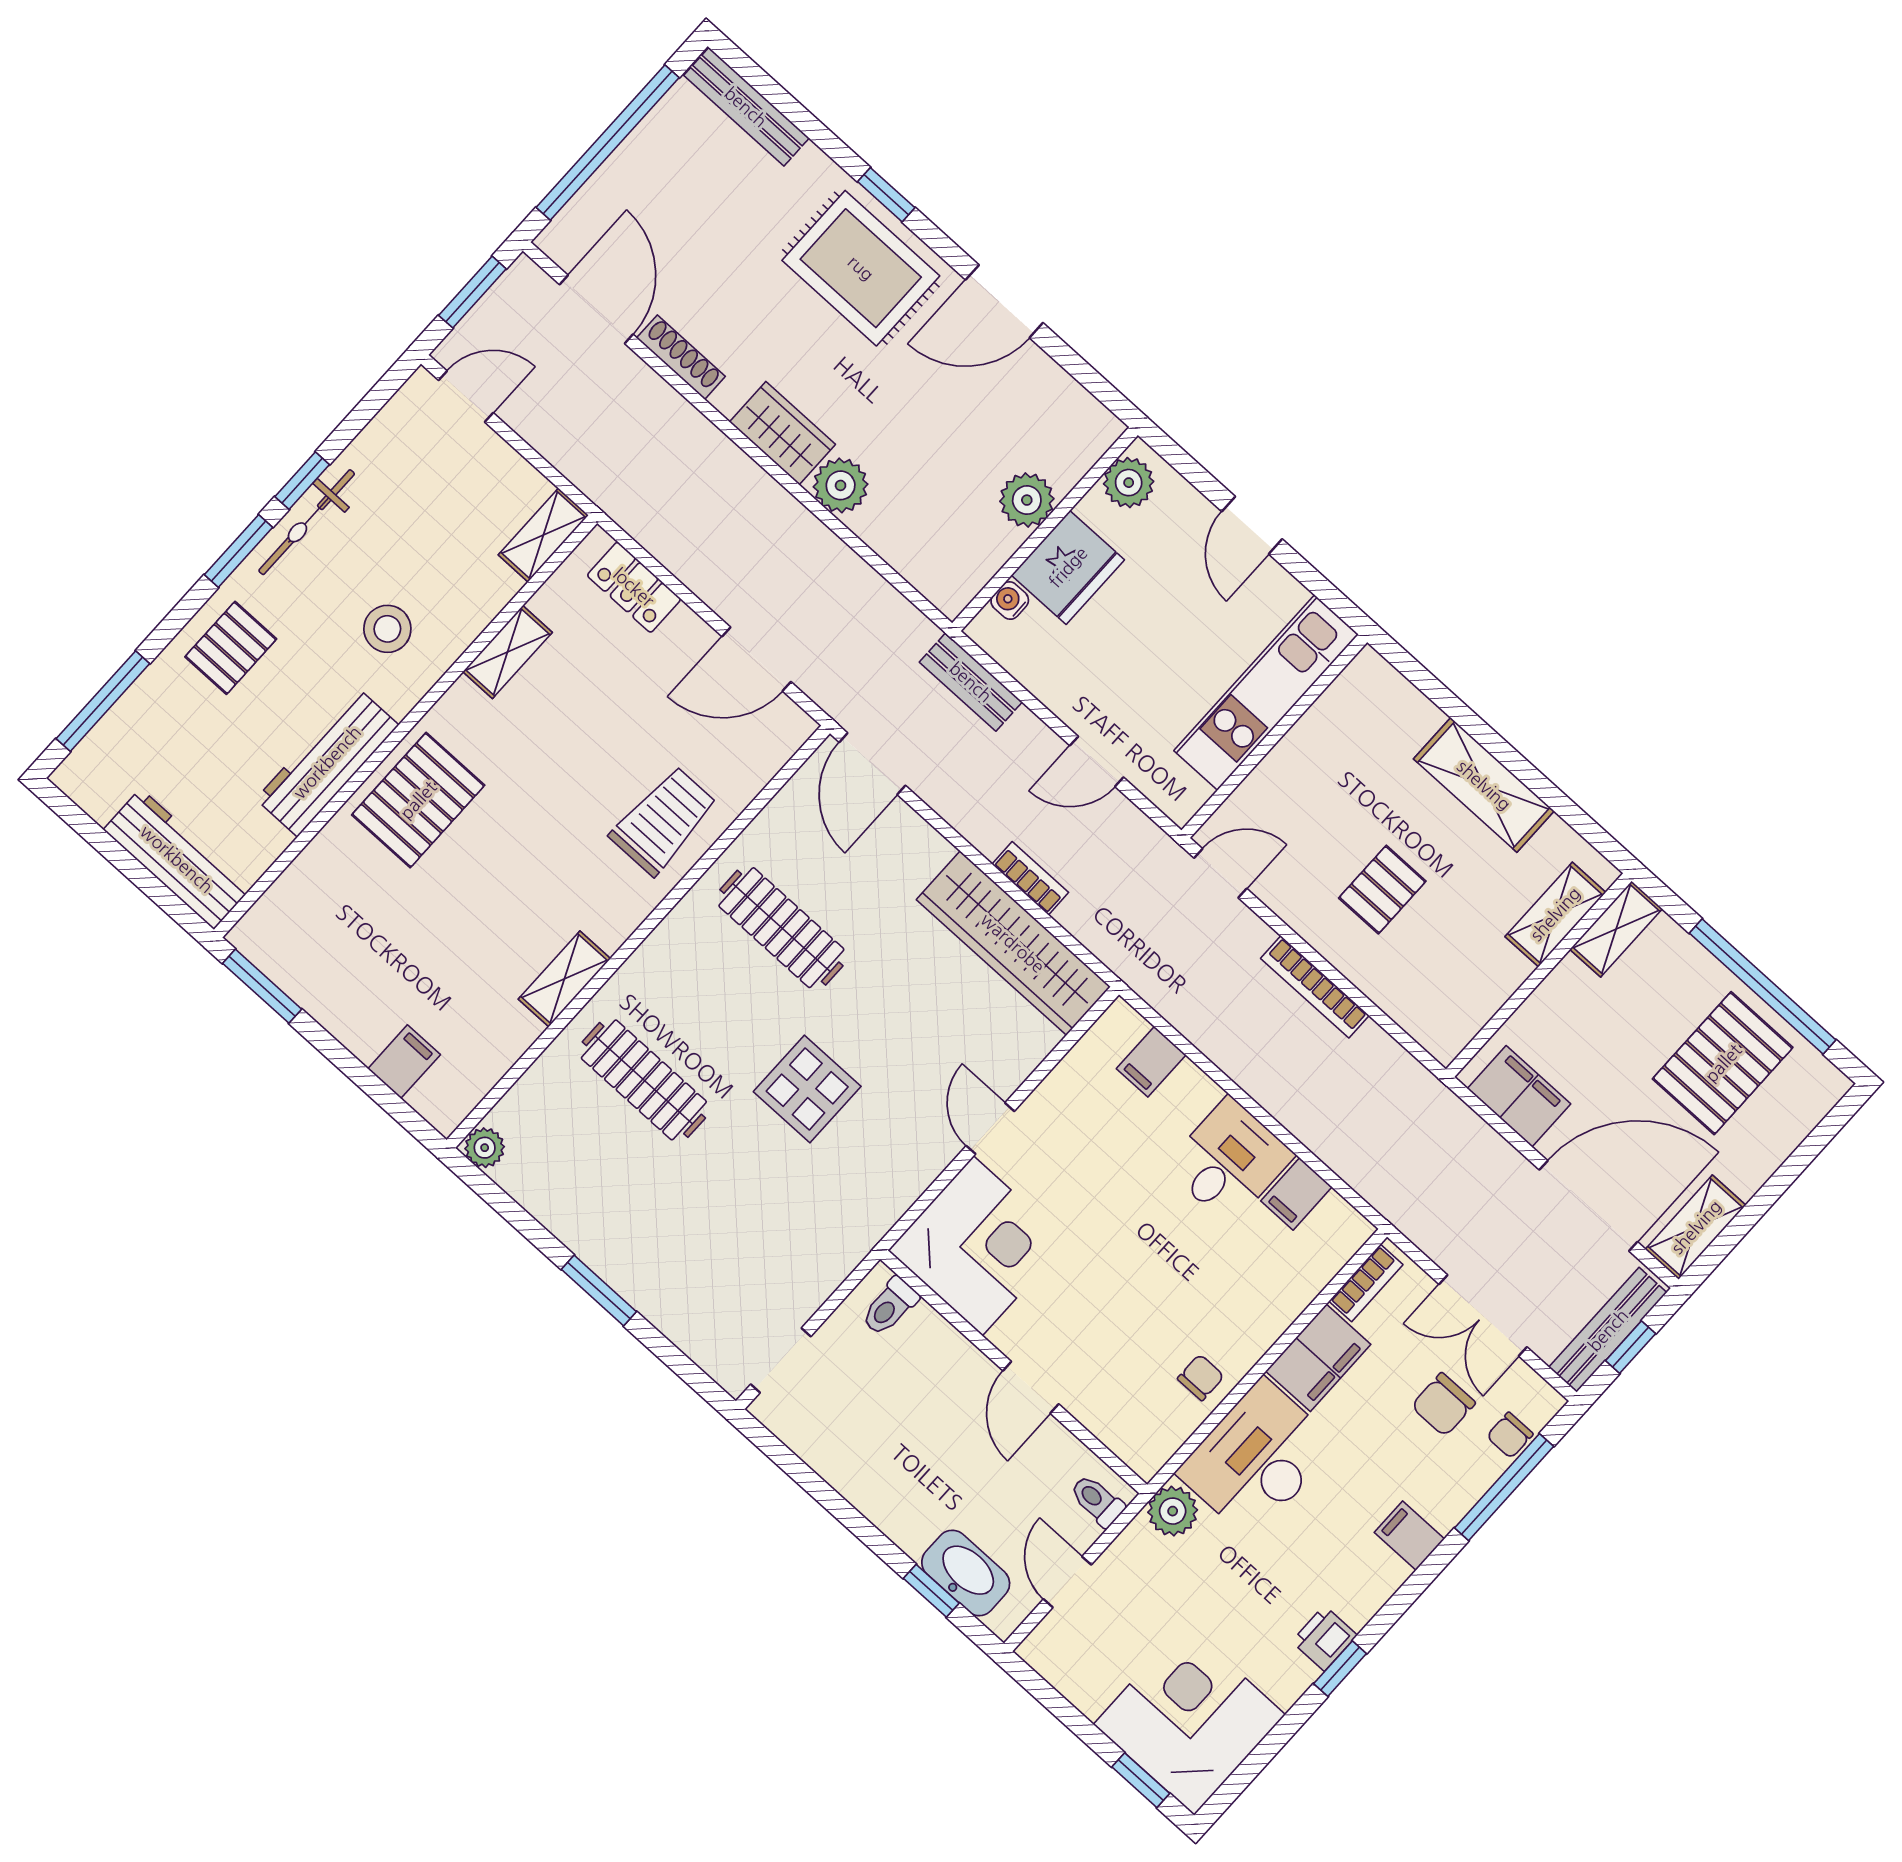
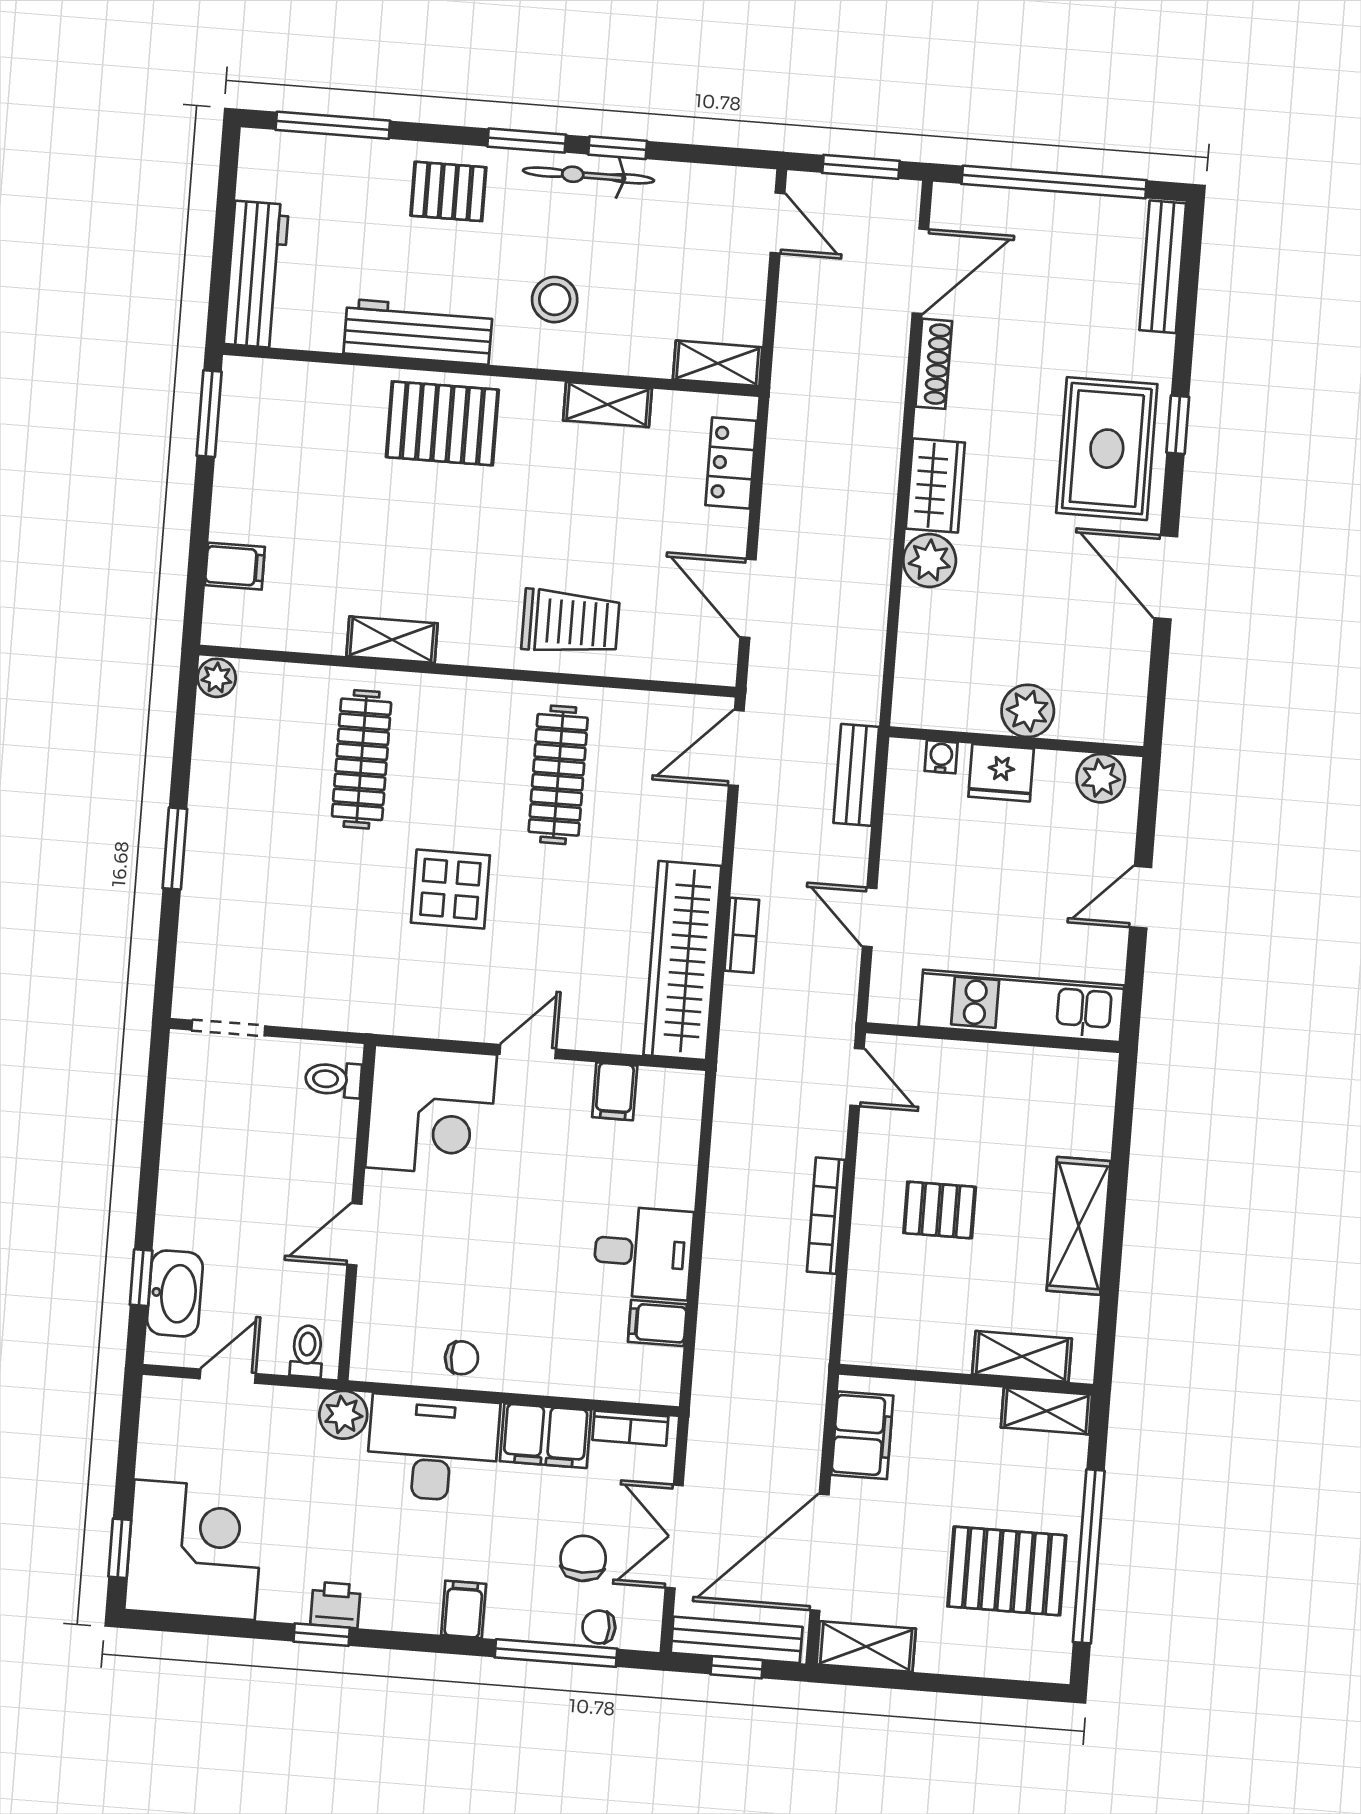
fridge: (1068, 567) -> (1001, 773), width x0.73, depth x0.75
filing cabinet: (1151, 1062) -> (615, 1091), moved, turned -90
door: (1588, 1206) -> (820, 1552), swing flipped
chair: (1443, 1405) -> (583, 1558), turned 90

